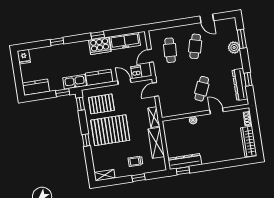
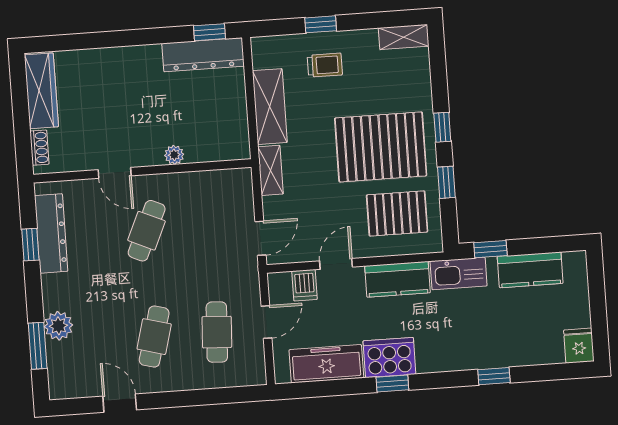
door: (124, 82) -> (336, 264), swing flipped
kitchen counter: (36, 87) -> (530, 270), moved
window: (80, 104) -> (446, 182), moved

